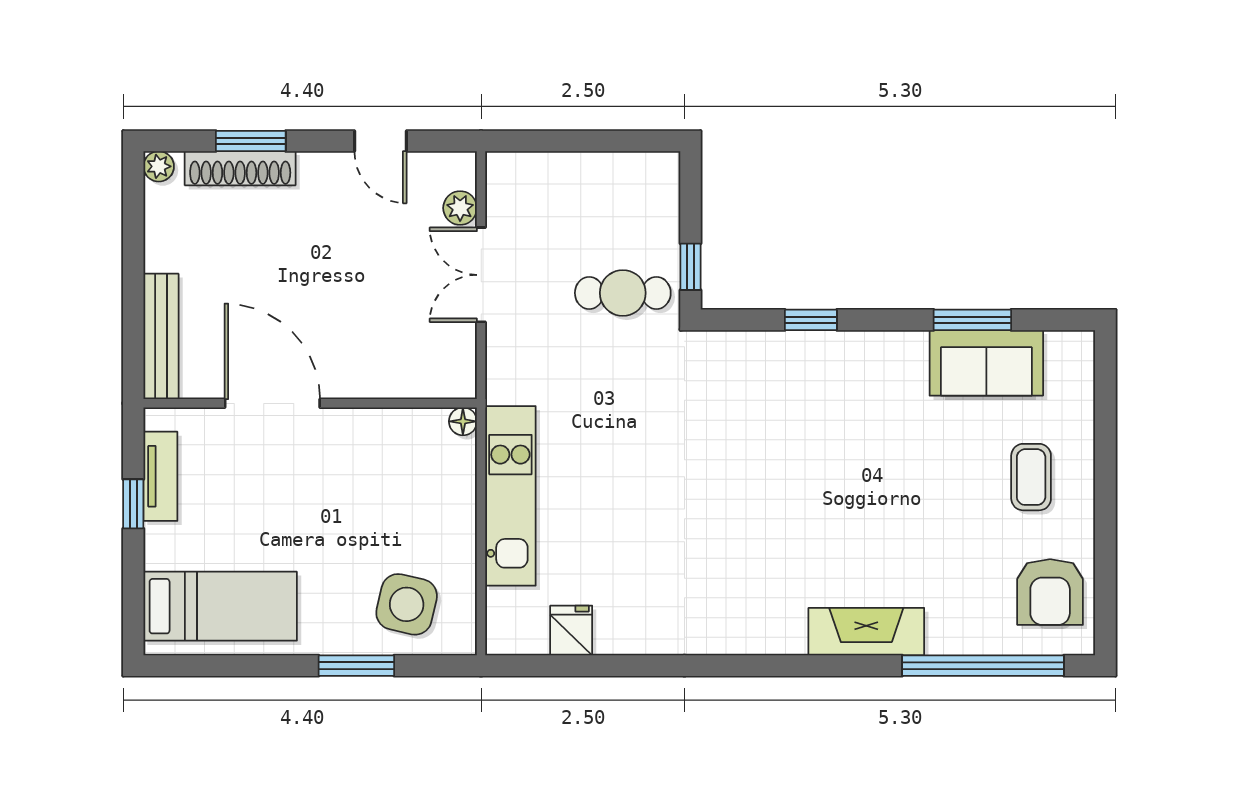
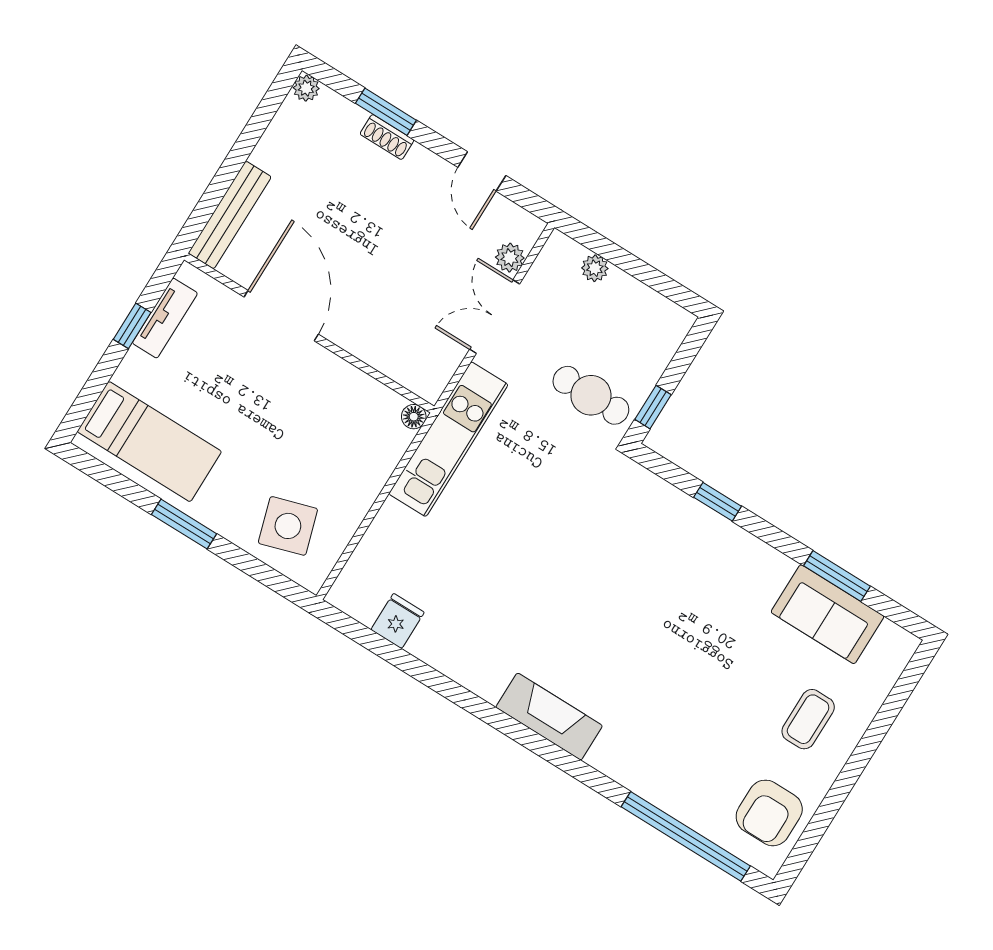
plant: (549, 167) -> (595, 268), added
shoe rack: (240, 168) -> (387, 137), width x0.51, depth x0.81
kitchen unit: (510, 496) -> (448, 439), moved
side table: (407, 604) -> (288, 526), turned -30
fireplace: (866, 632) -> (549, 717), moved
window: (356, 666) -> (184, 524), moved

